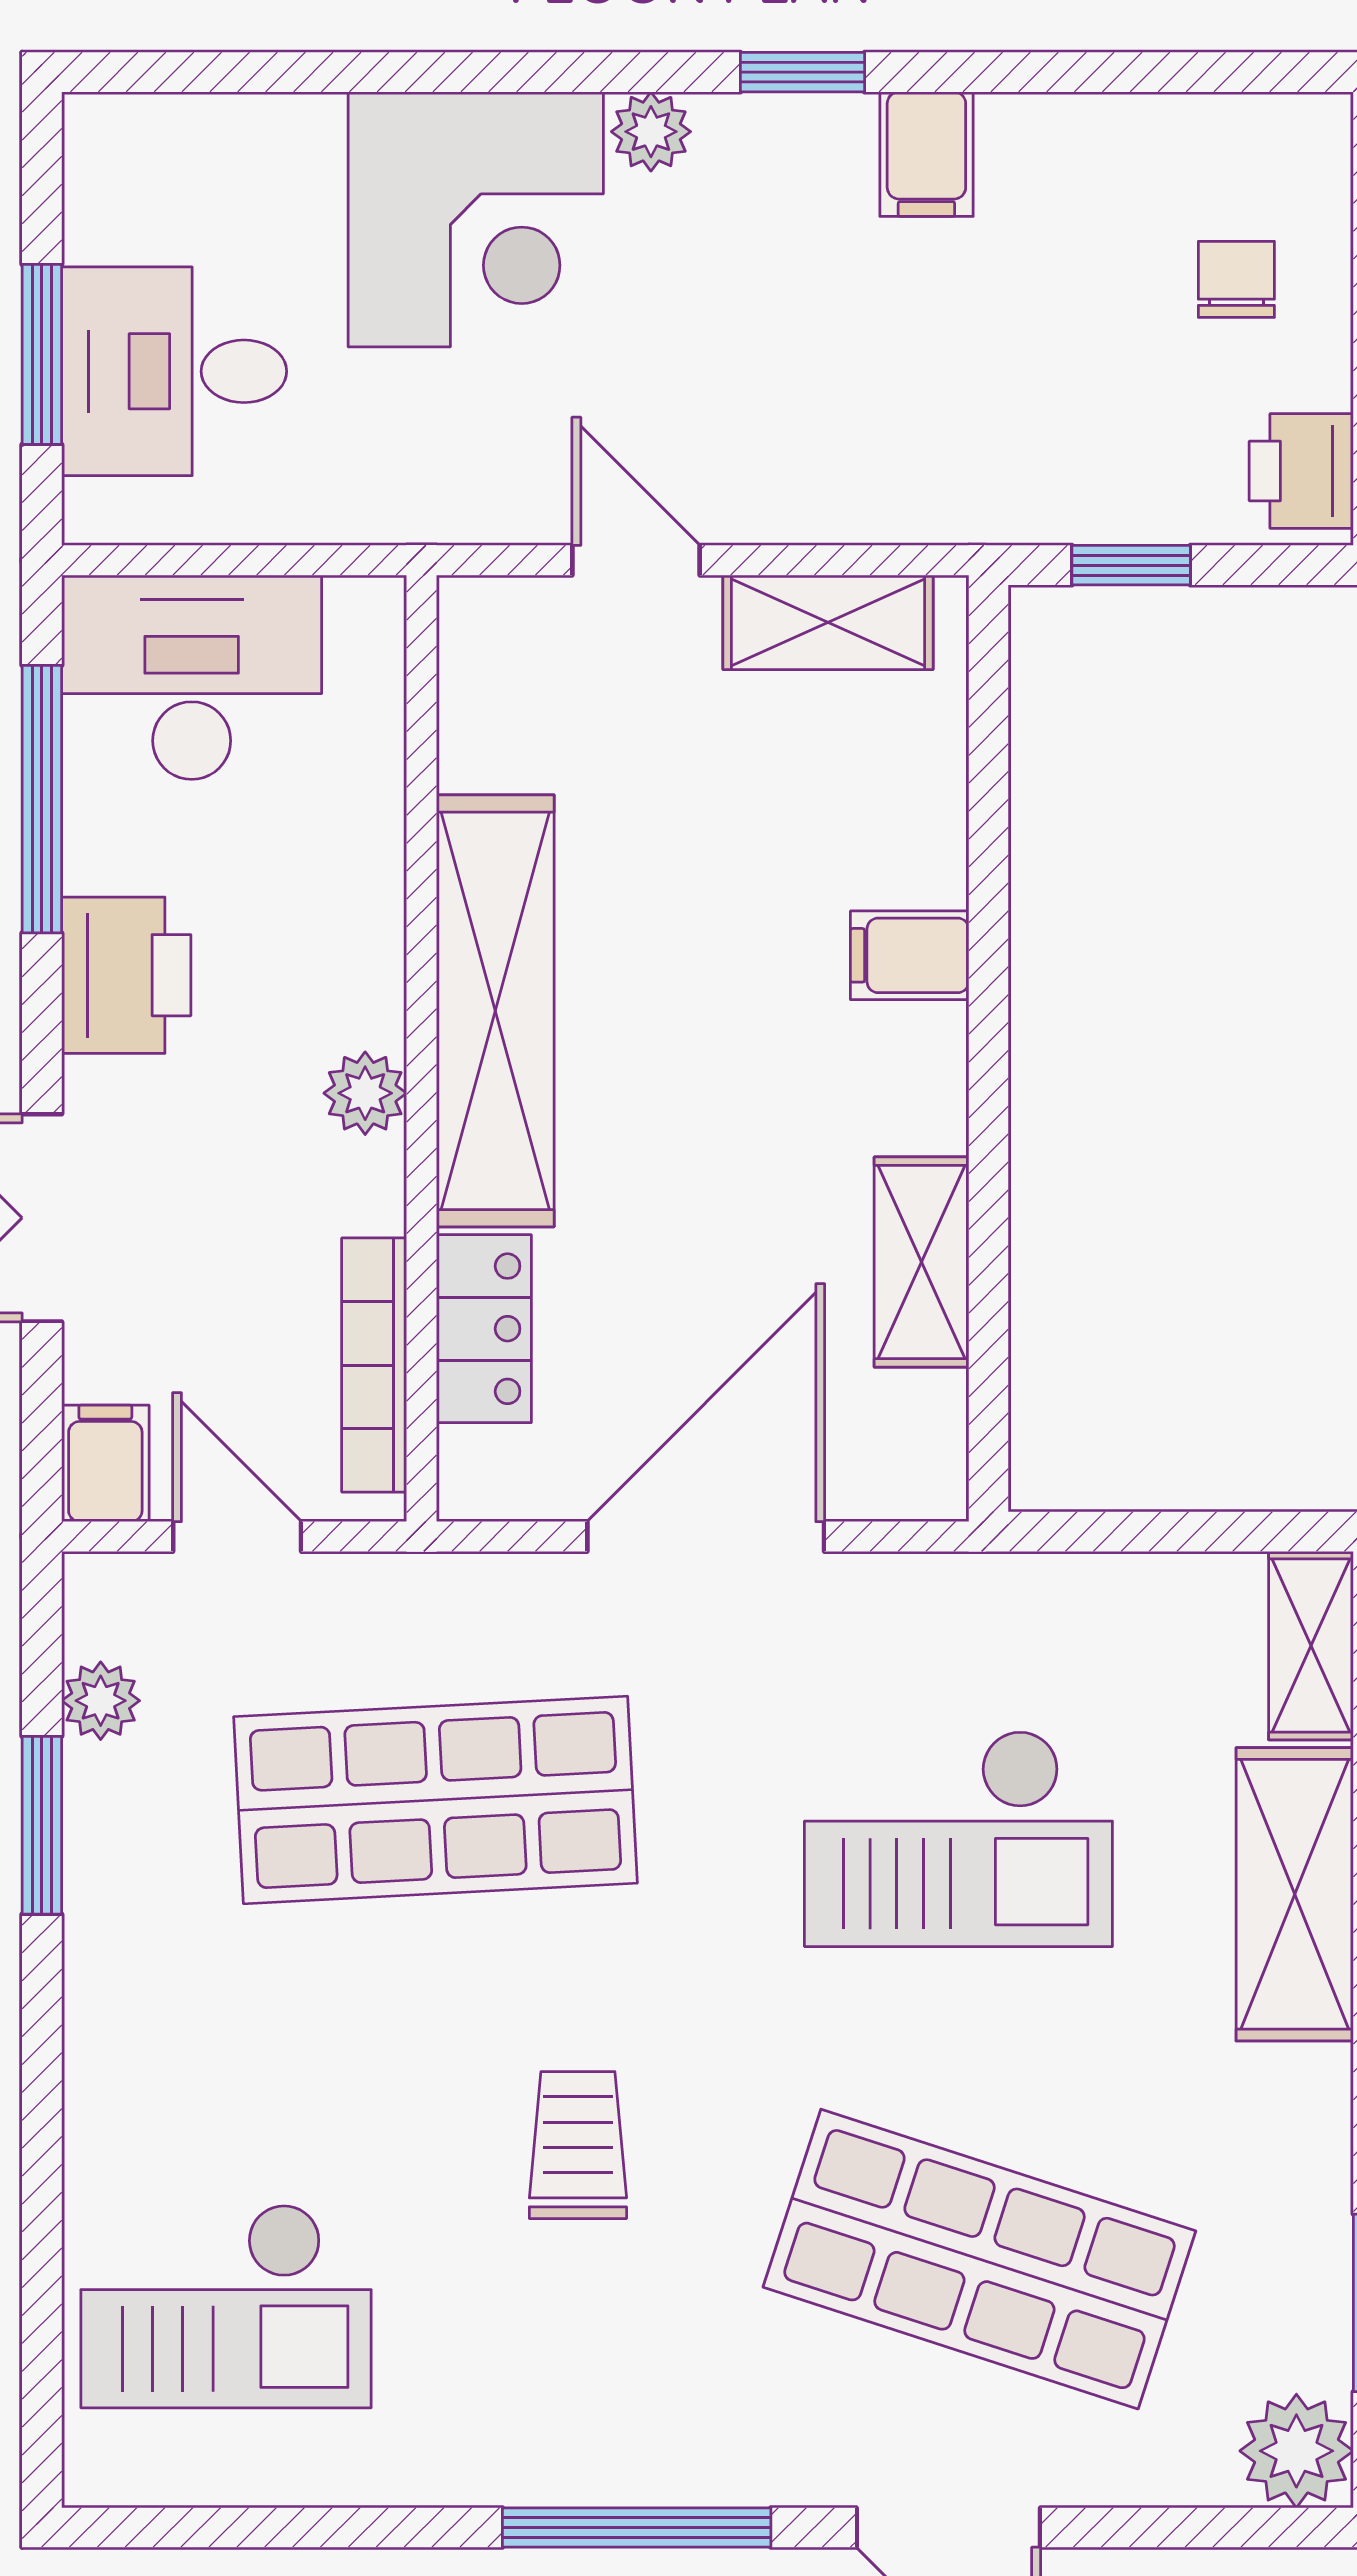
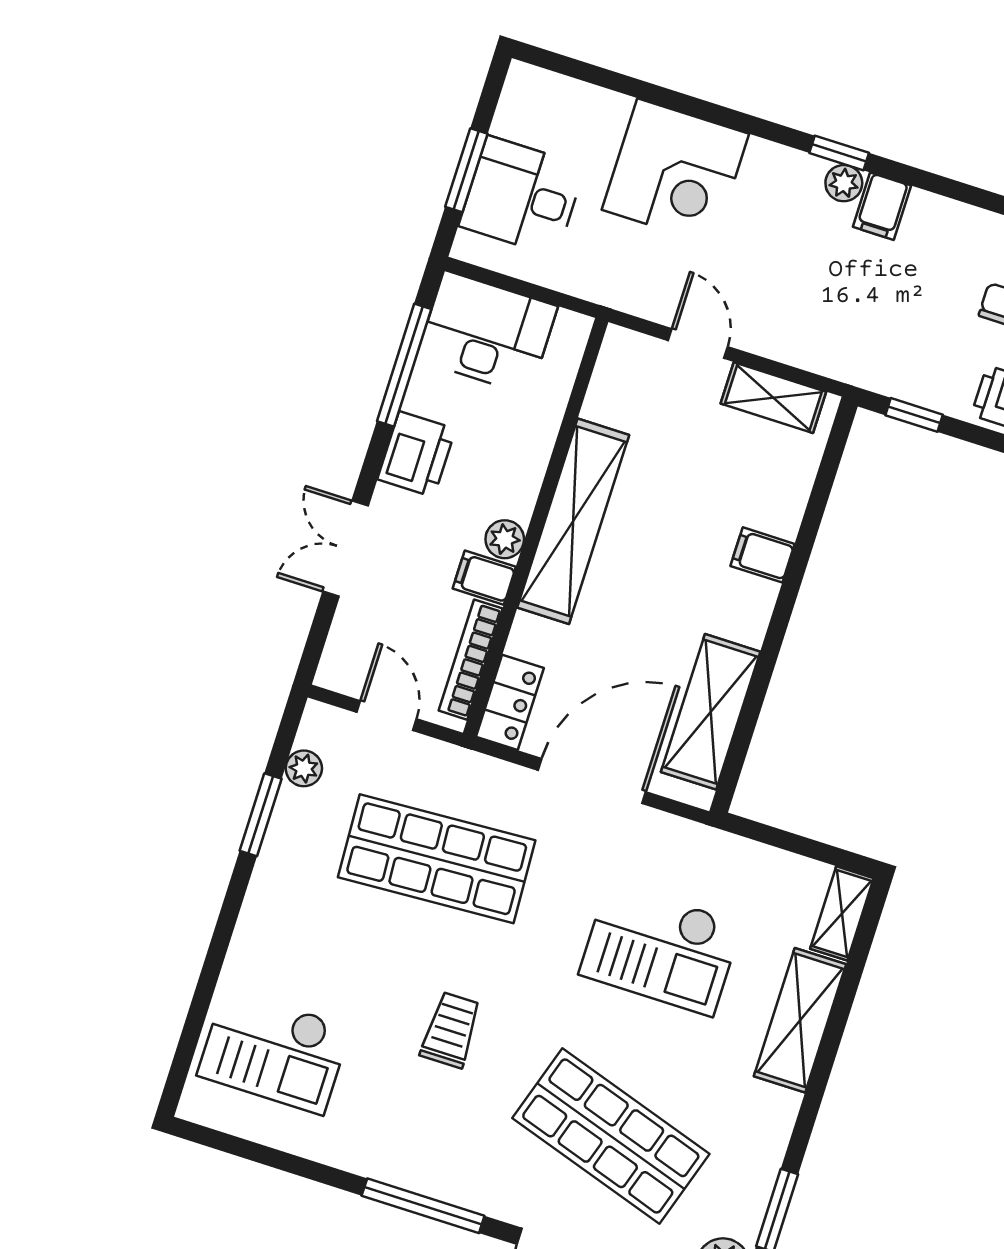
plant: (651, 132) -> (844, 183), moved
shelving: (921, 1262) -> (711, 712), width x1.50, depth x1.33
locker: (484, 1329) -> (510, 702), moved
filing cabinet: (105, 1463) -> (484, 578), moved, turned -90

